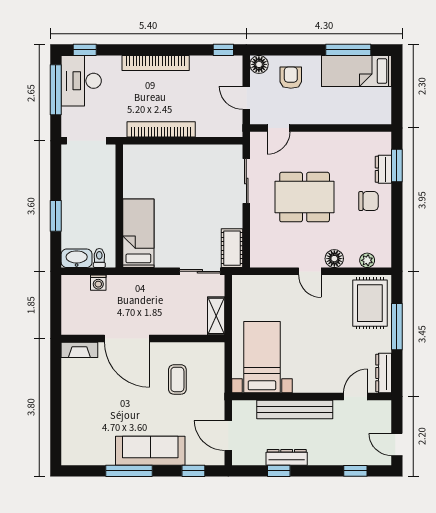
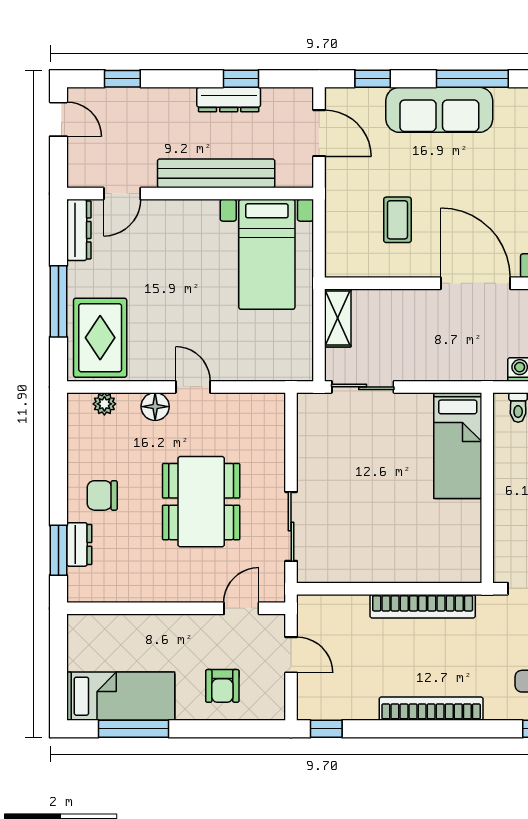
floor lamp: (259, 64) -> (271, 706), removed
dining table: (305, 197) -> (201, 502), turned 90
cot: (232, 248) -> (313, 423), removed

